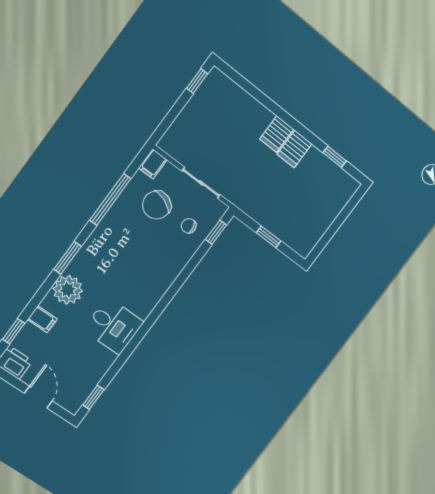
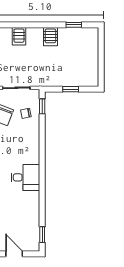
server rack: (277, 134) -> (19, 36), moved
desk: (113, 326) -> (25, 177), moved

